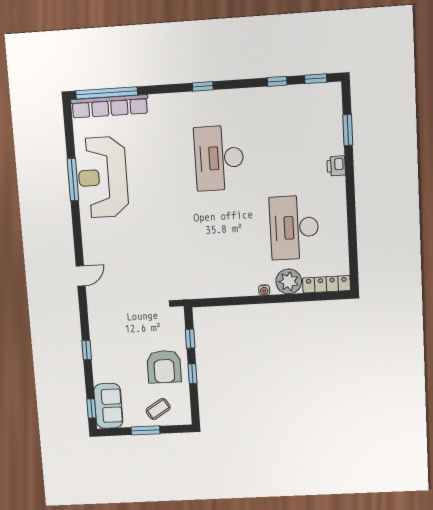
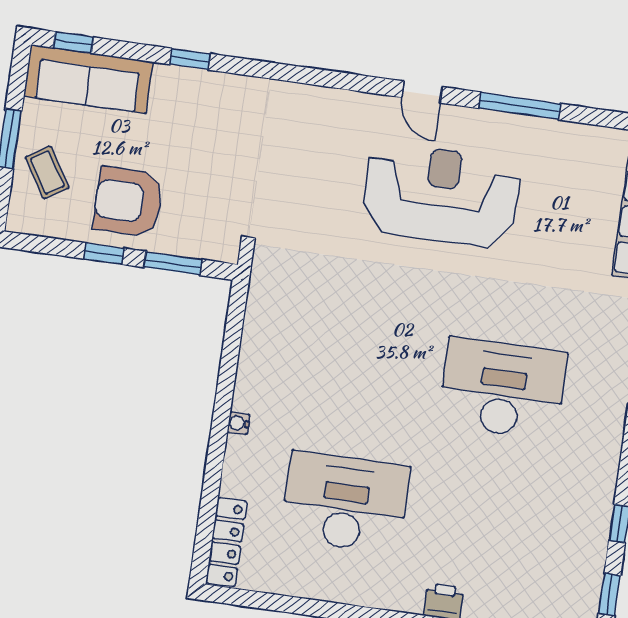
reception desk: (103, 177) -> (441, 195), moved
door: (81, 276) -> (422, 92), moved
plant: (289, 281) -> (246, 472), removed
window: (190, 339) -> (173, 263), width x1.50
sofa: (108, 406) -> (88, 79), width x1.36

